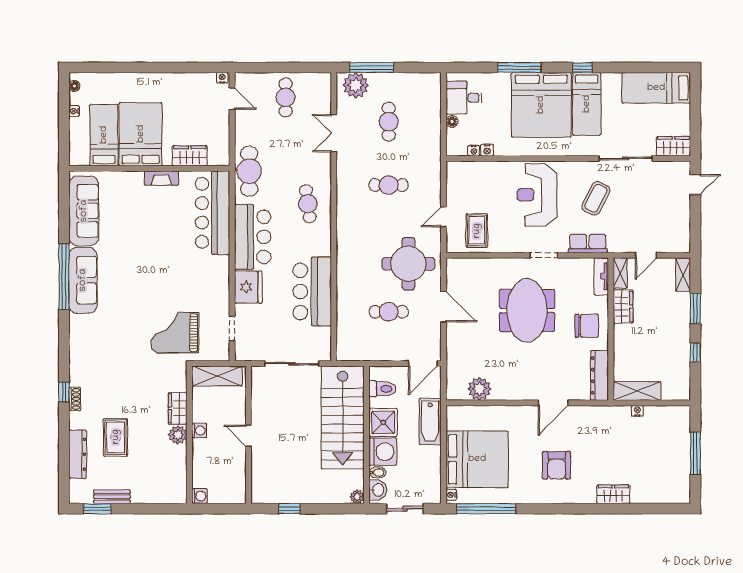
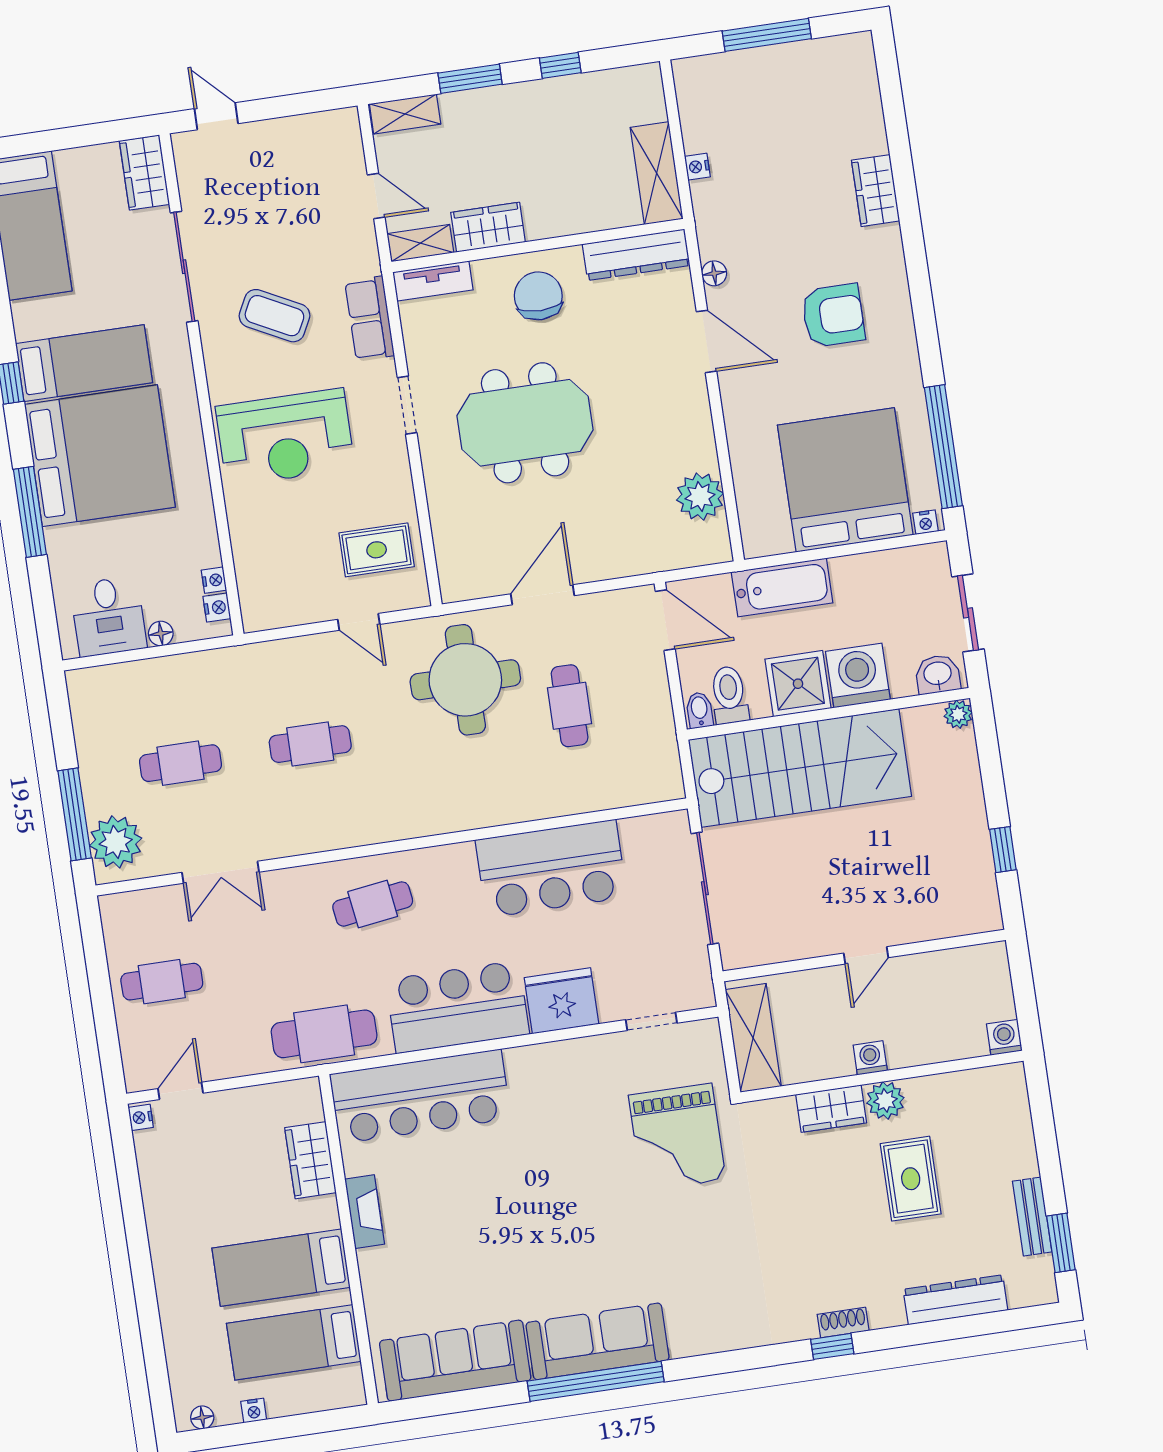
bed: (141, 134) -> (281, 1268), width x0.67
nightstand: (487, 150) -> (217, 608), moved
cafe table: (389, 185) -> (310, 744), turned 90
floor lamp: (585, 411) -> (714, 273), added
rug: (116, 437) -> (911, 1179), moved, turned 90
bidet: (377, 473) -> (699, 710), moved

